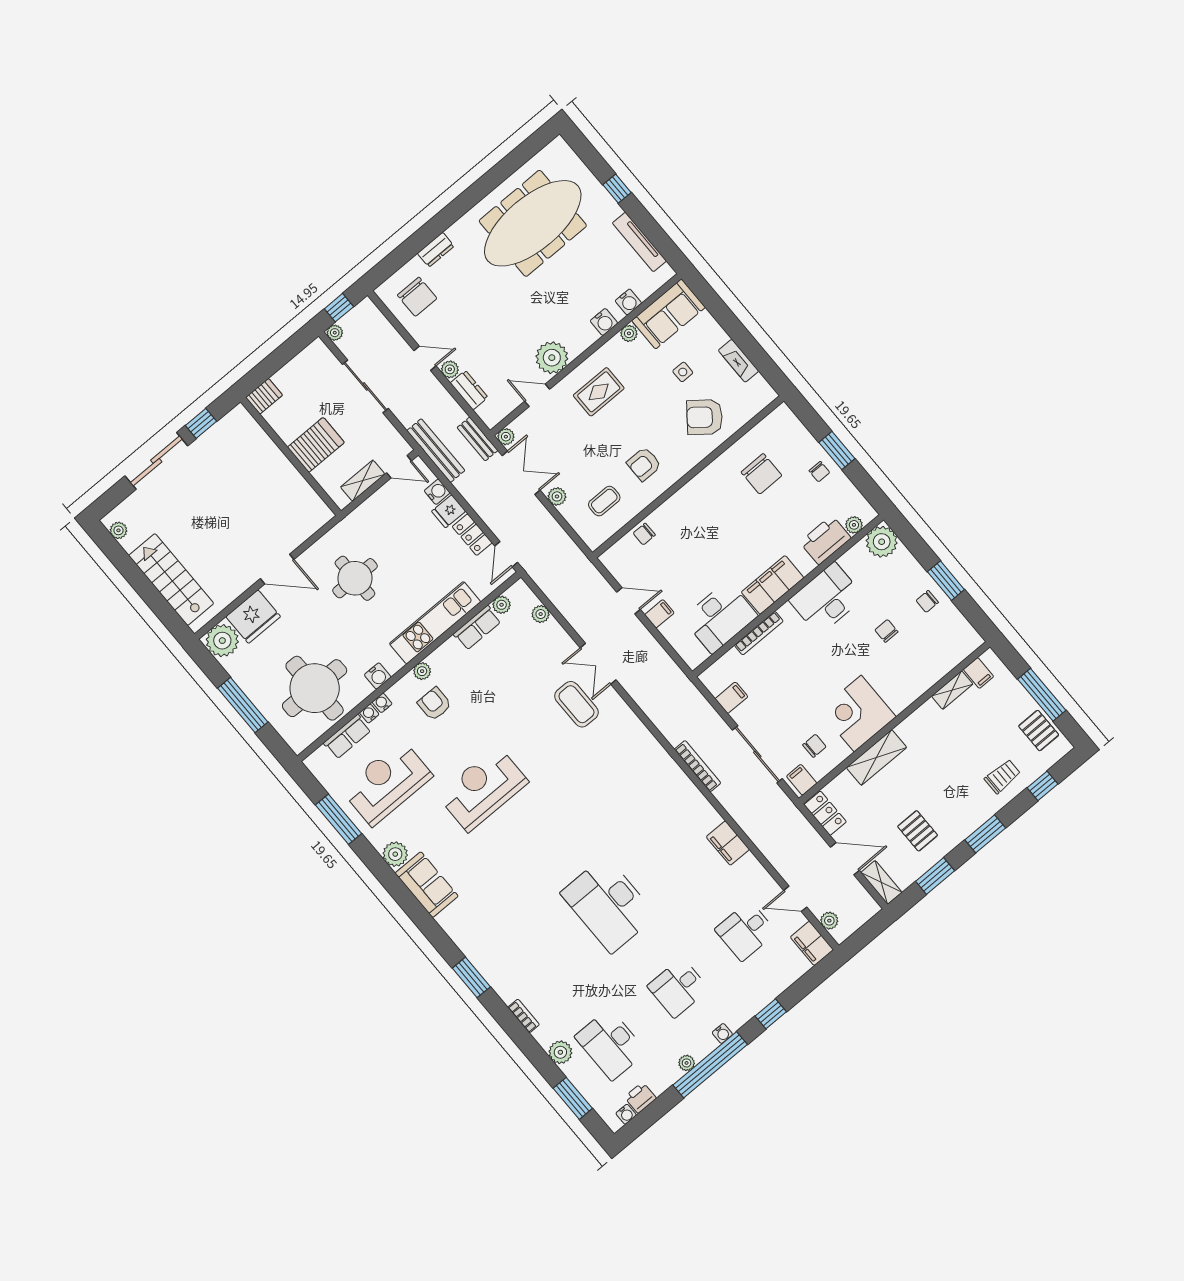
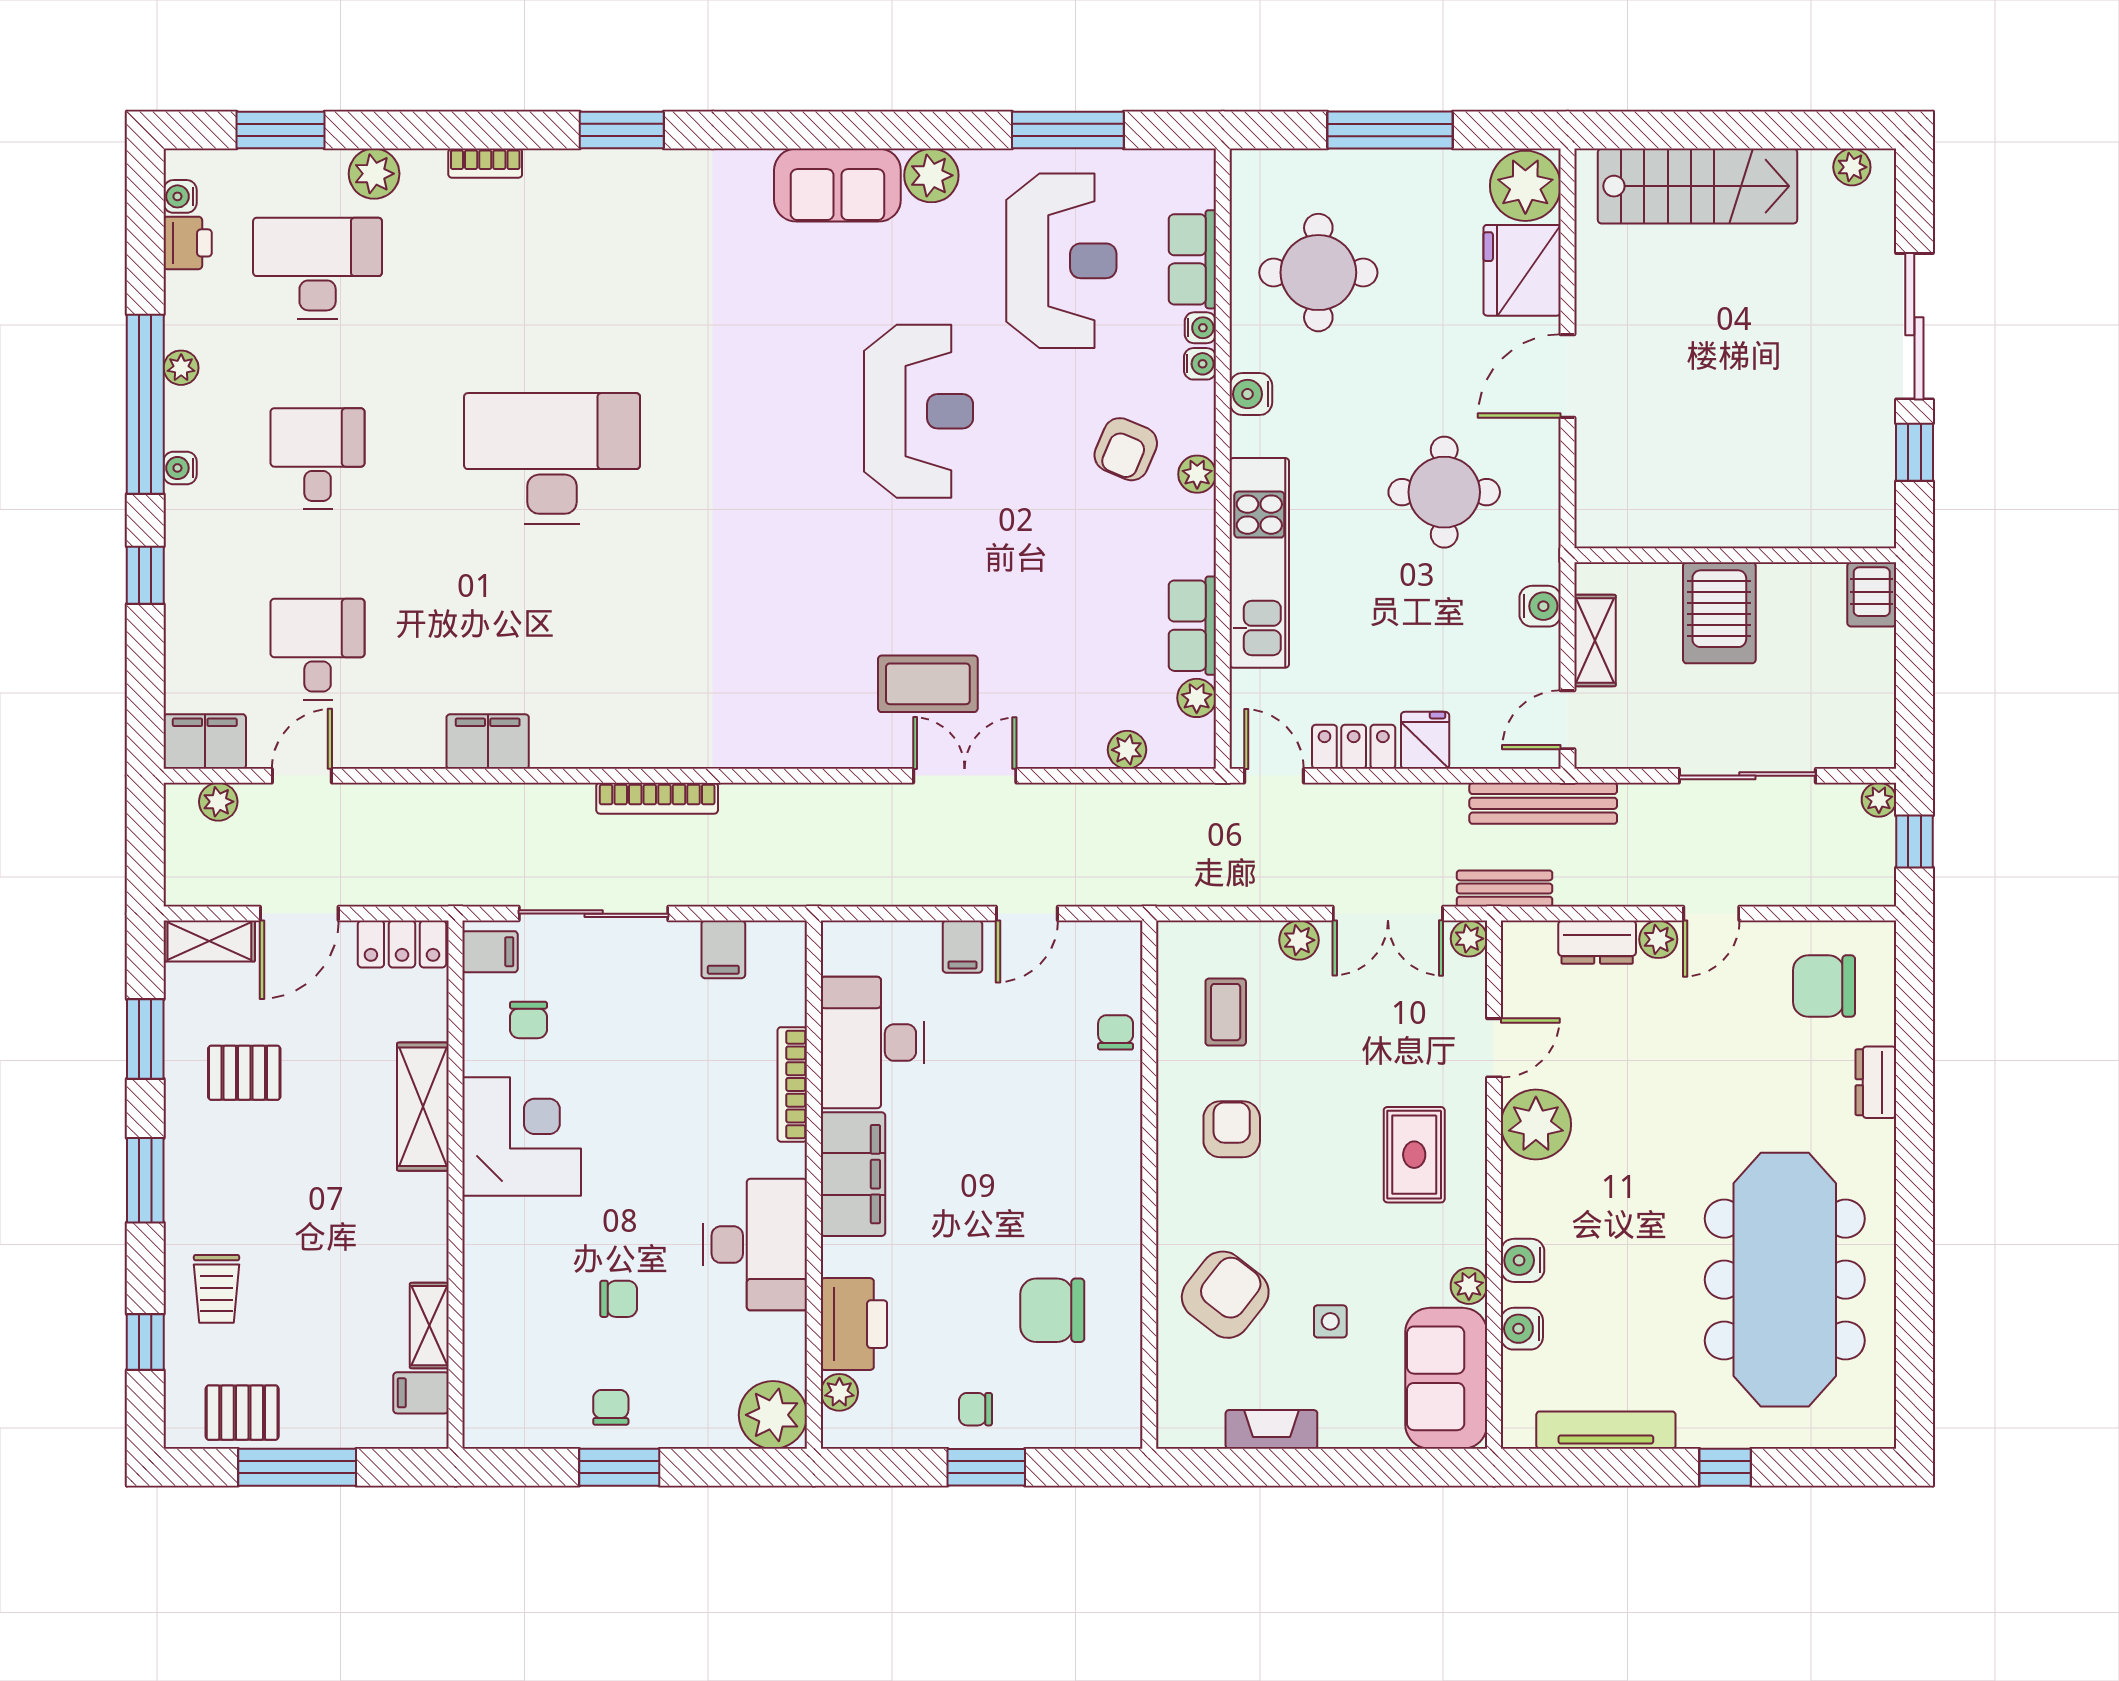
water cooler: (437, 492) -> (1540, 606), moved, turned -90
round table: (315, 688) -> (1318, 273), width x0.73, depth x0.73
armchair: (434, 704) -> (1126, 449), turned 113

